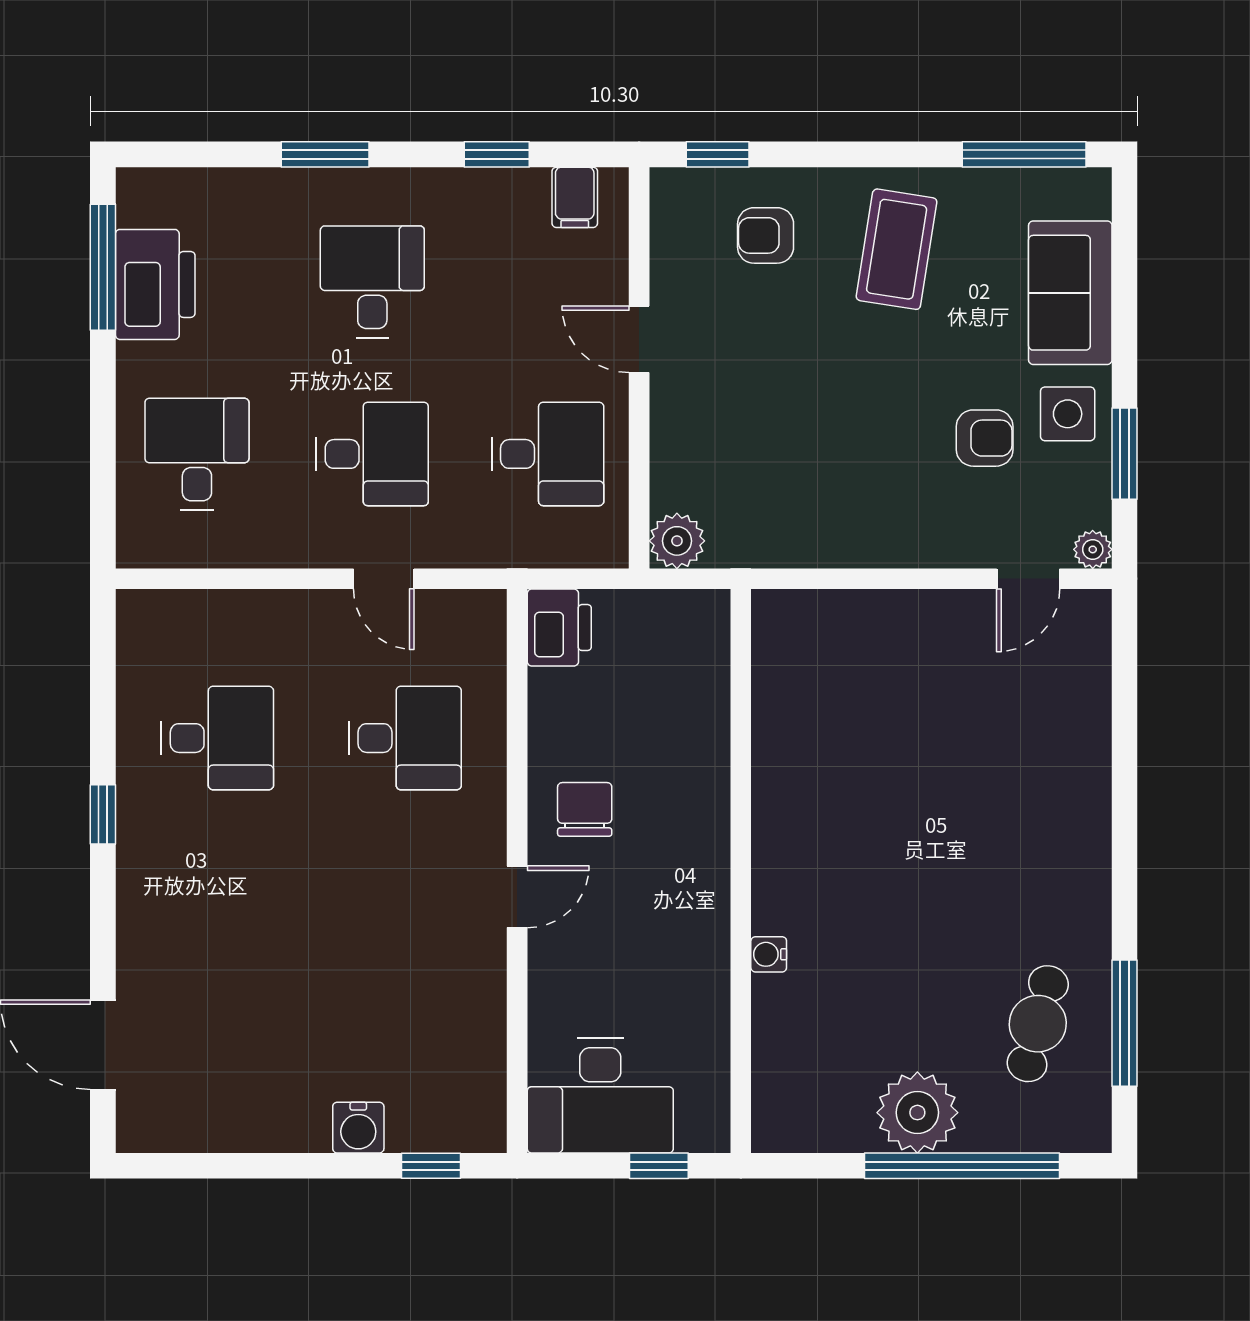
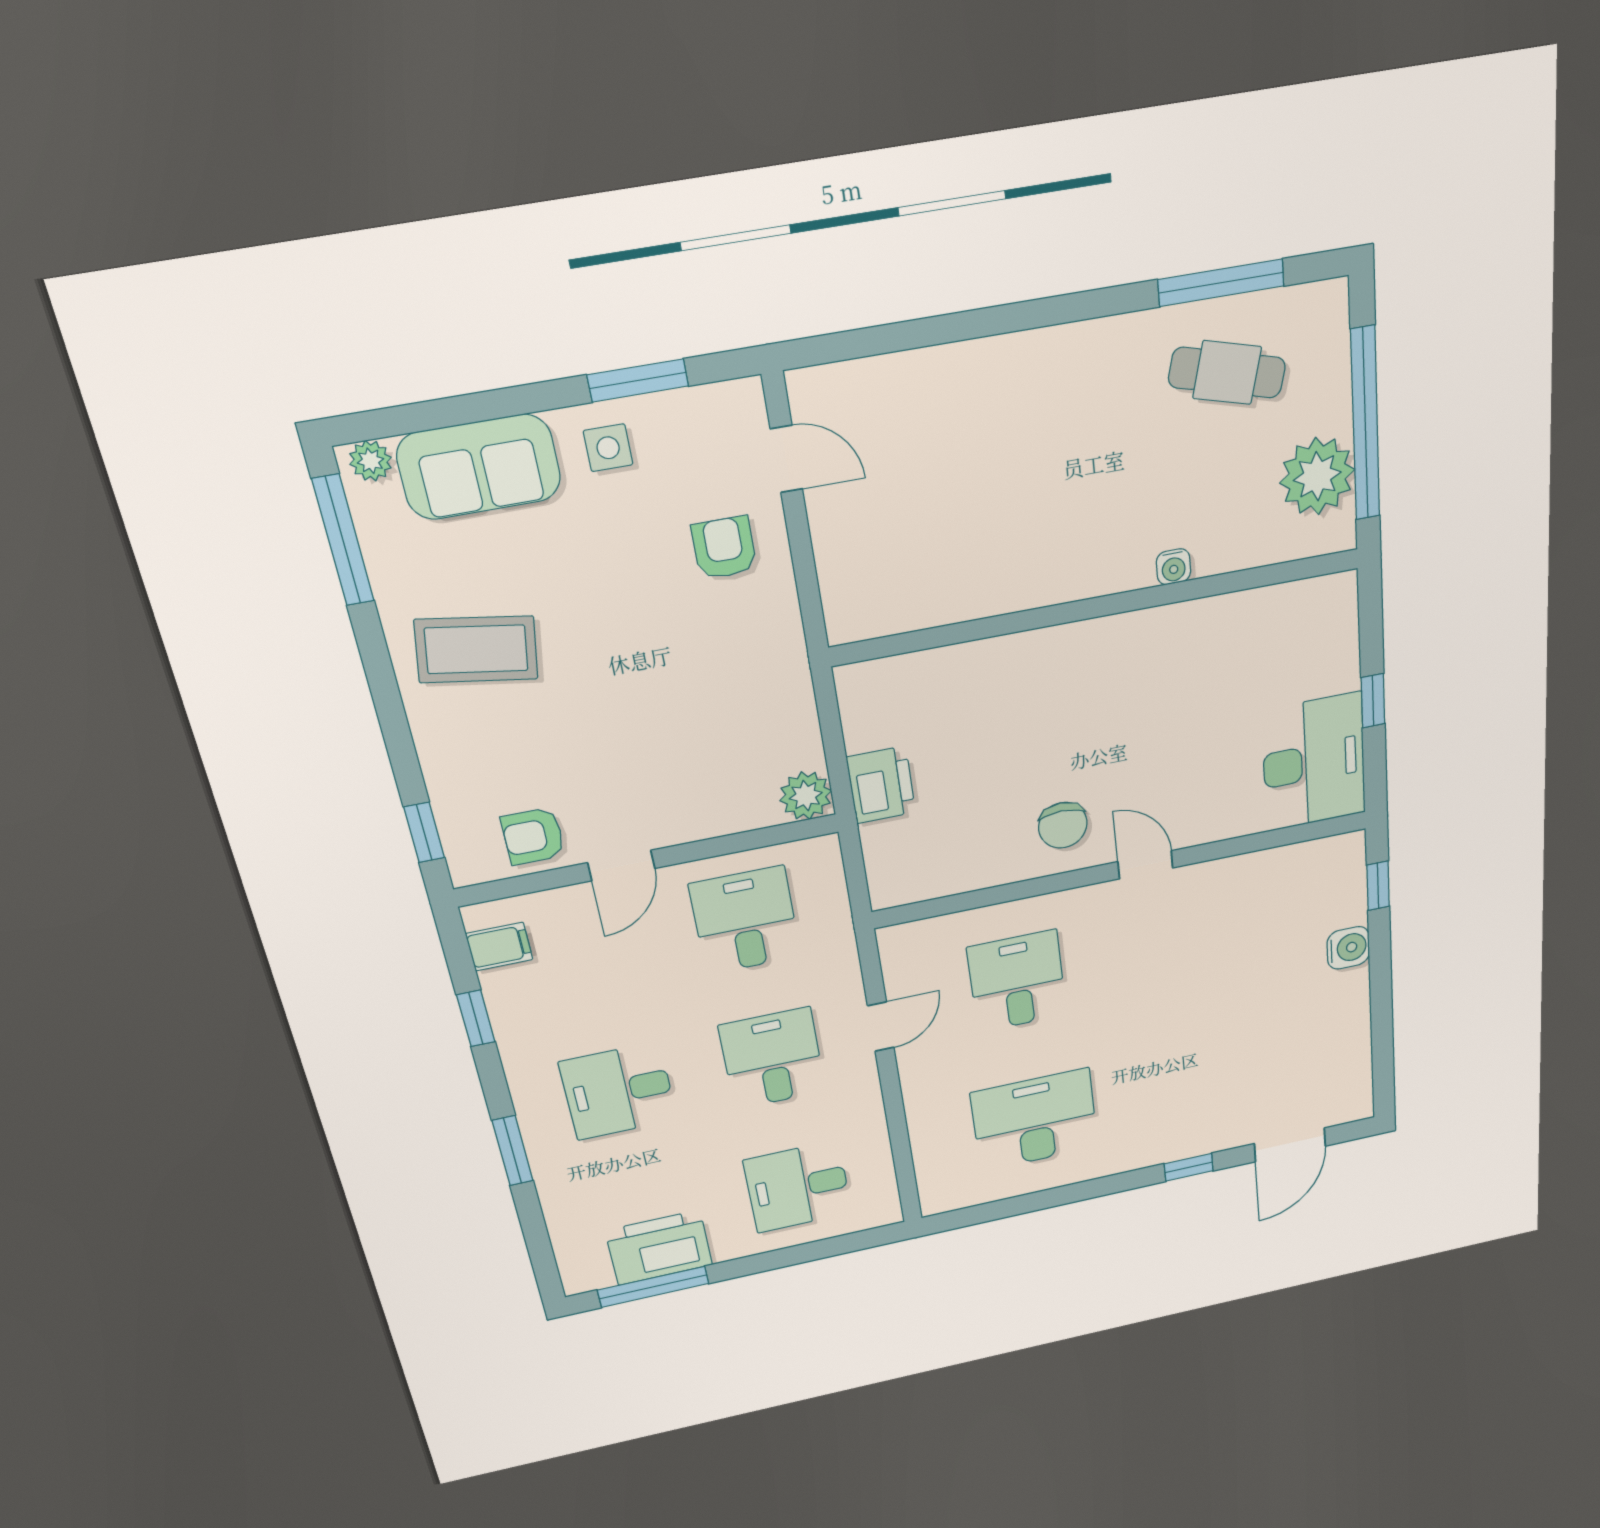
armchair: (766, 235) -> (533, 836), moved, turned 90
side table: (1068, 414) -> (608, 448), width x0.73, depth x0.73
armchair: (985, 438) -> (724, 548), moved
plant: (1093, 549) -> (371, 461), moved
printer: (559, 628) -> (881, 785), moved, turned 90
desk: (217, 738) -> (1035, 1120), width x1.37
chair: (585, 809) -> (1063, 825), turned -90
window: (103, 814) -> (1189, 1167), moved
wall: (741, 871) -> (1098, 607), moved
water cooler: (769, 954) -> (1173, 567), moved

